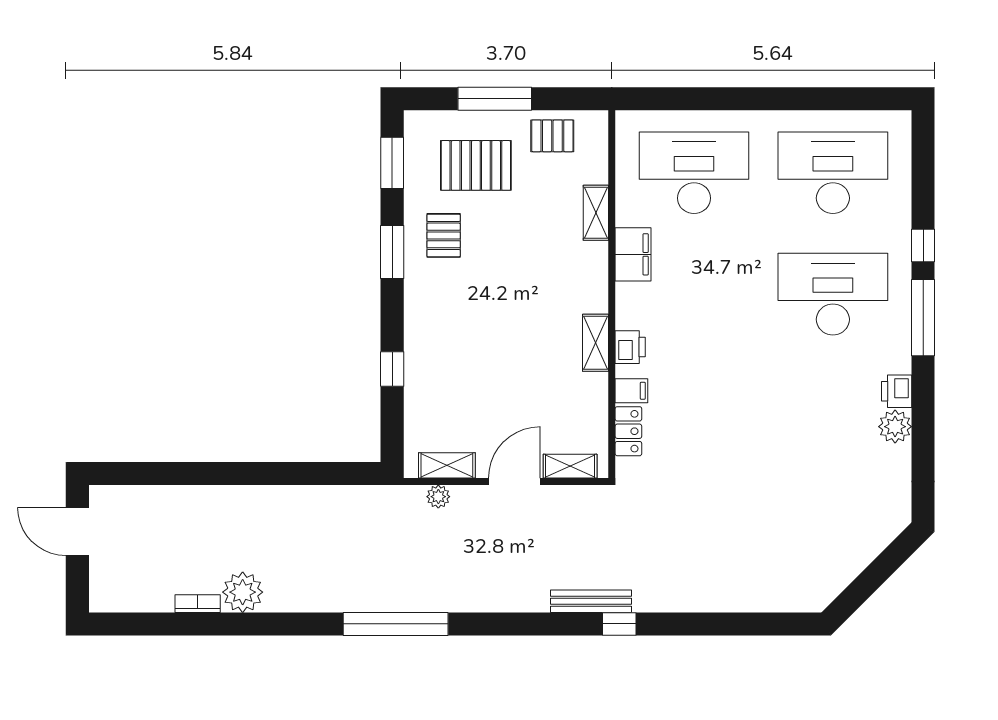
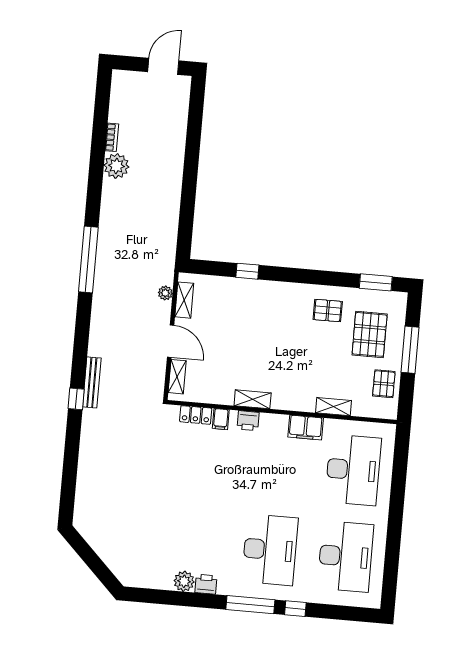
window: (392, 252) -> (320, 278), removed

